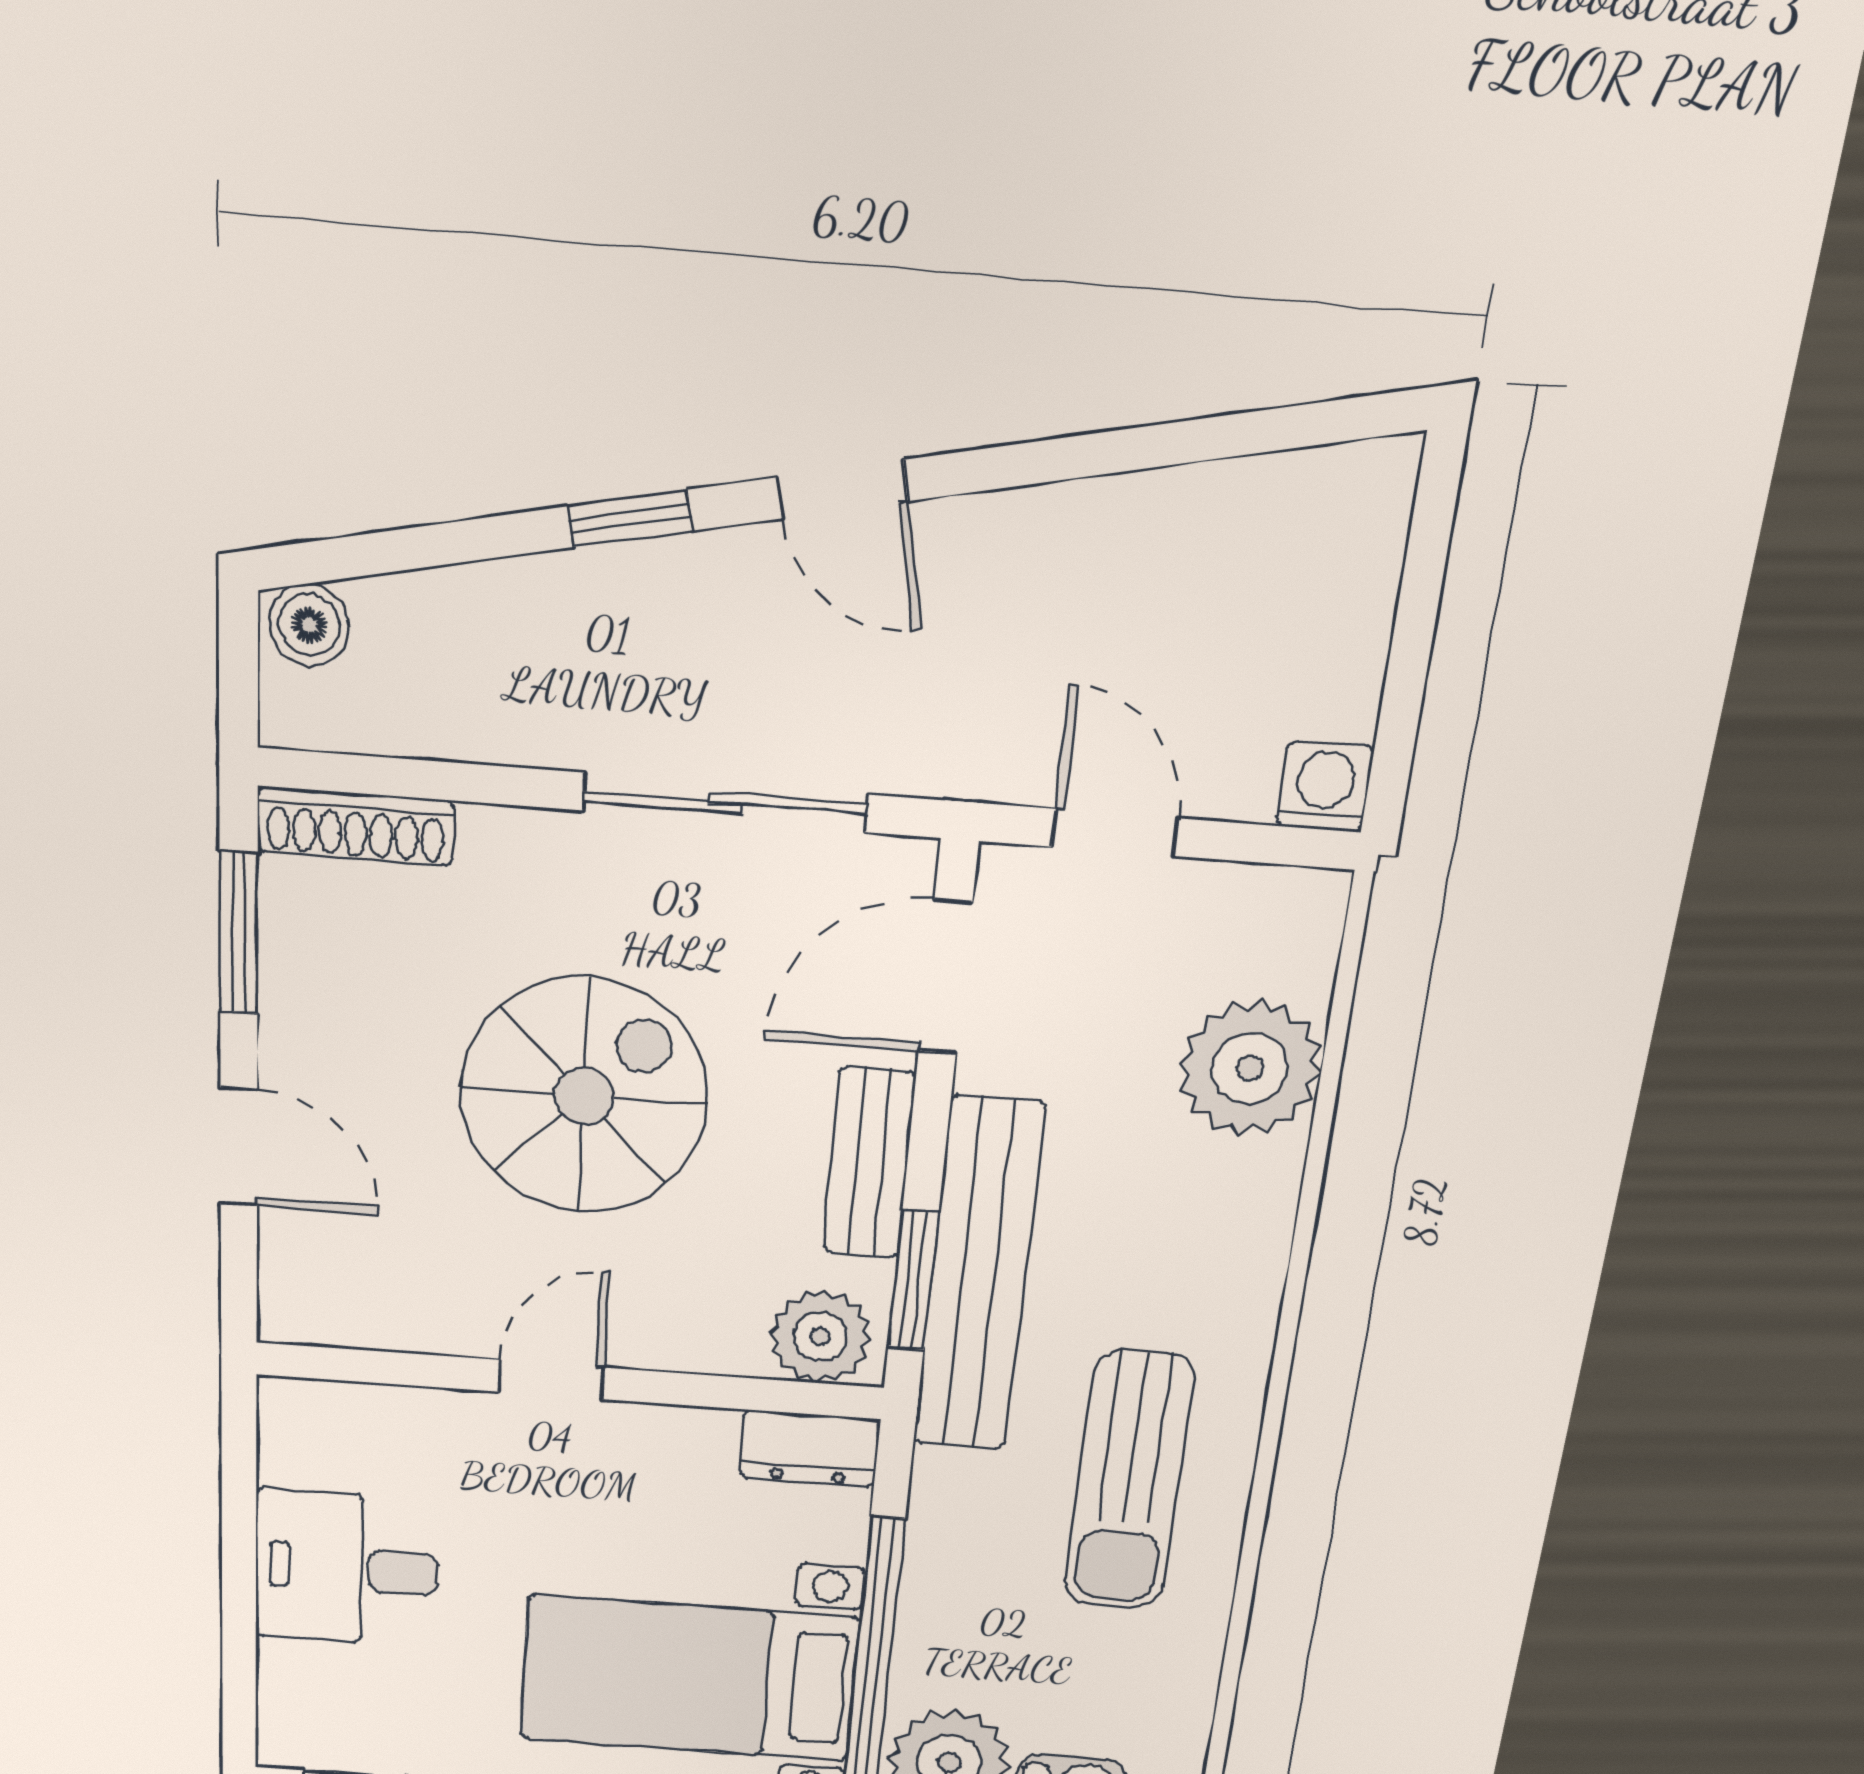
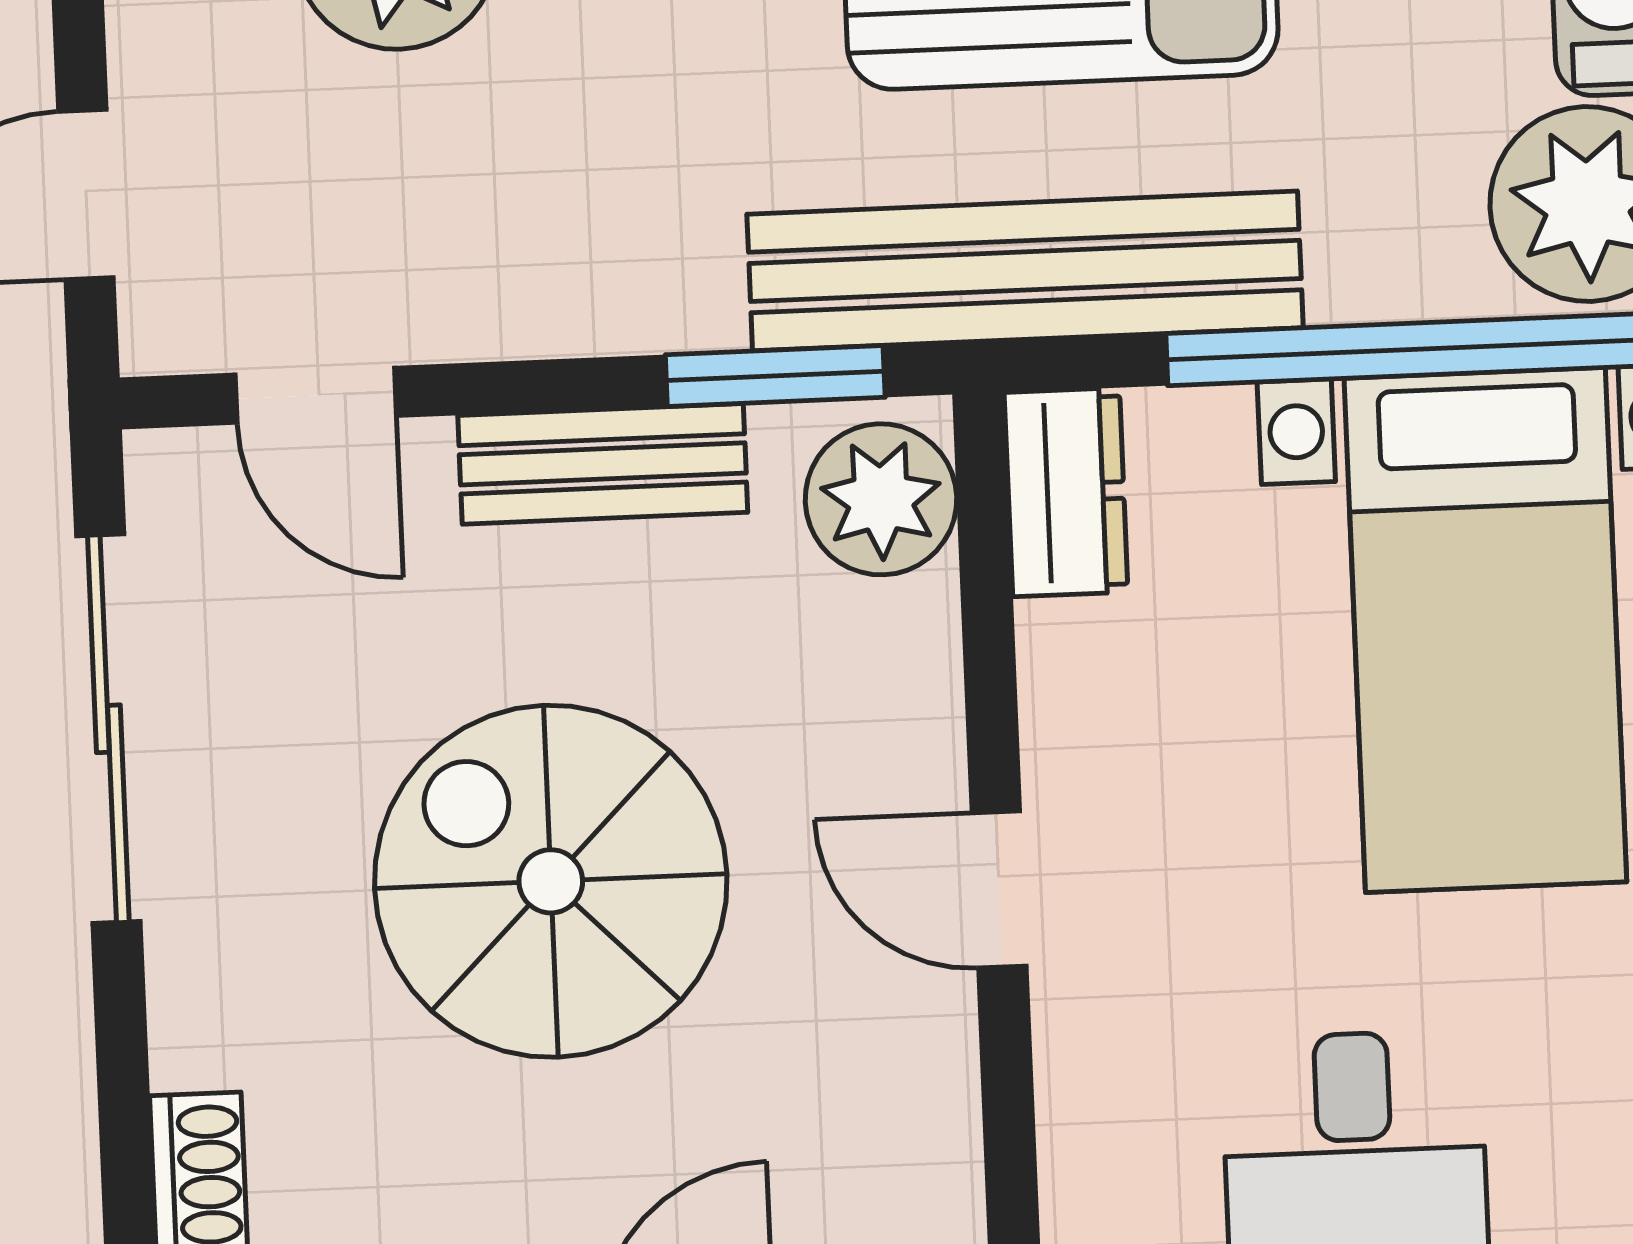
door: (945, 977) -> (316, 395), width x0.73
bench: (978, 1276) -> (1025, 271), moved

